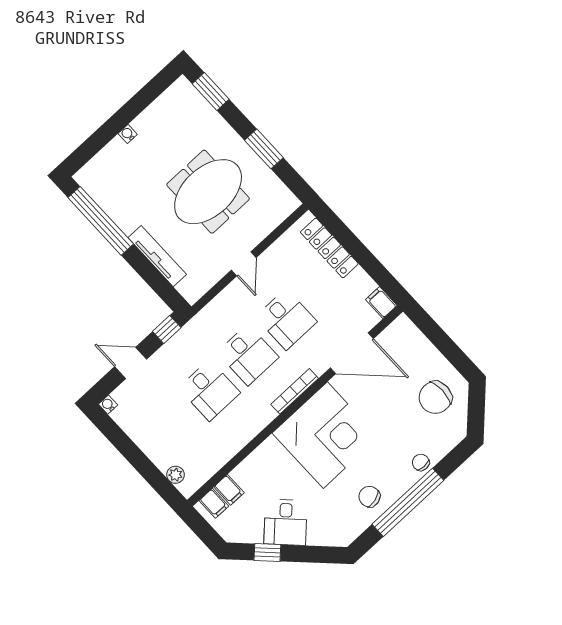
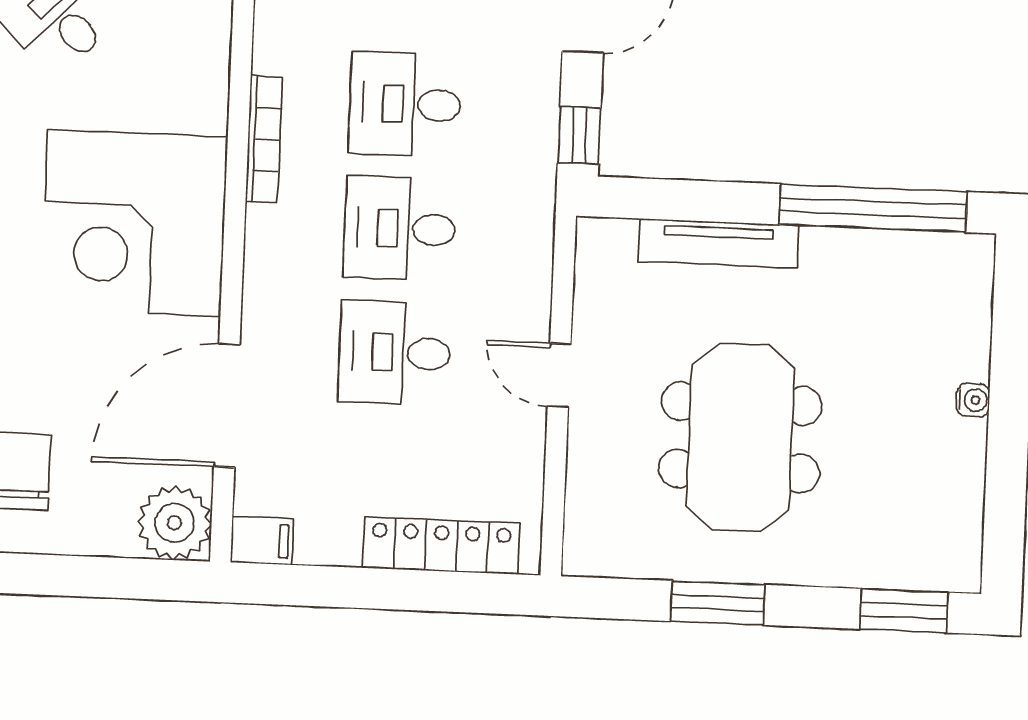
plant: (402, 334) -> (175, 523), added
bookcase: (295, 391) -> (264, 139), moved

